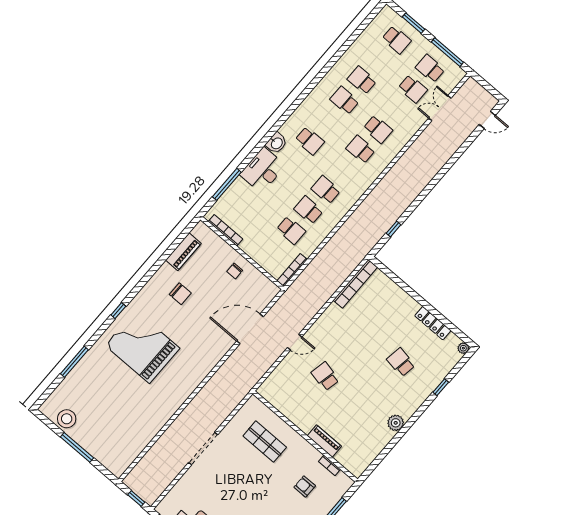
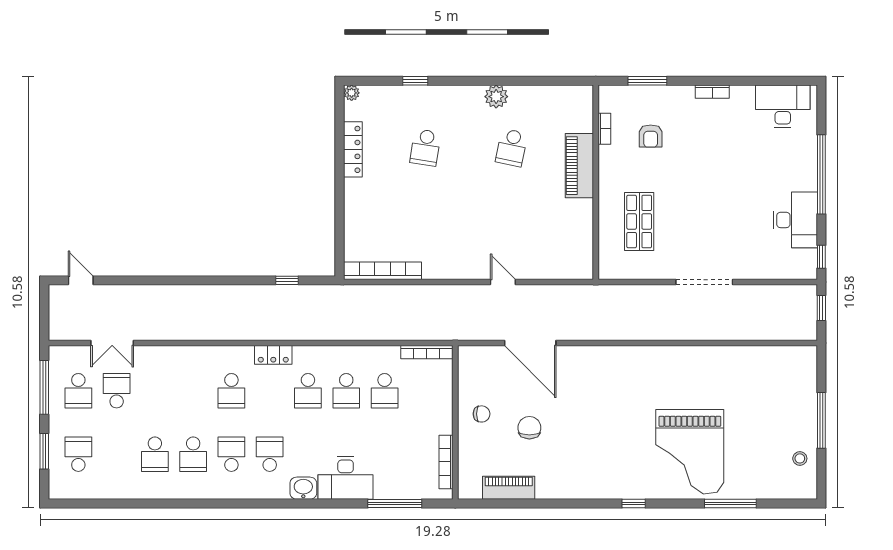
school desk: (378, 129) -> (231, 454), moved
locker: (360, 188) -> (273, 355), added
school desk: (291, 230) -> (385, 391), turned 180
chair: (180, 294) -> (529, 428), moved
grand piano: (142, 347) -> (690, 452), moved
school desk: (325, 376) -> (512, 148), moved
stool: (67, 419) -> (800, 458), width x0.53, depth x0.53
piano: (324, 441) -> (579, 166), width x1.37, depth x1.33

